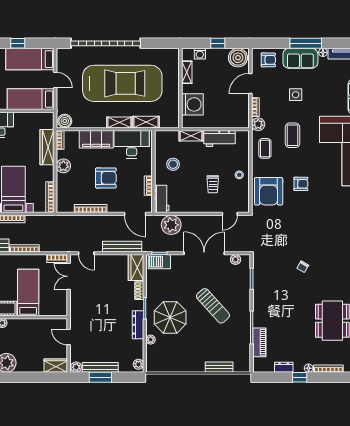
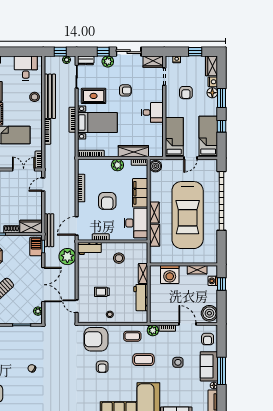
window: (218, 43) -> (222, 284), moved
bench: (122, 247) -> (49, 230), moved

